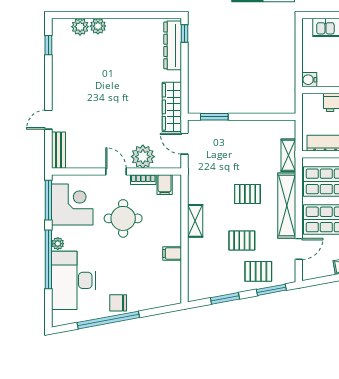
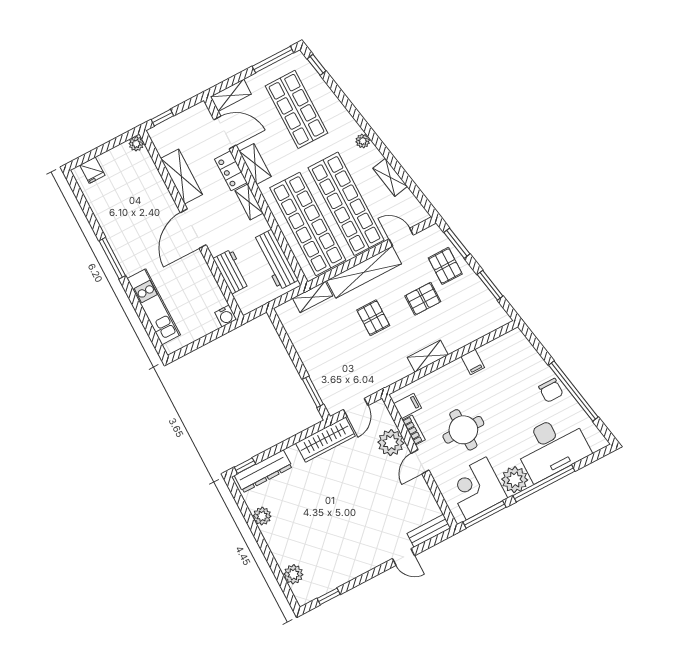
plant: (98, 26) -> (262, 516), moved
pallet: (242, 240) -> (423, 299), turned 90
plant: (58, 244) -> (515, 480), width x1.88, depth x1.88

